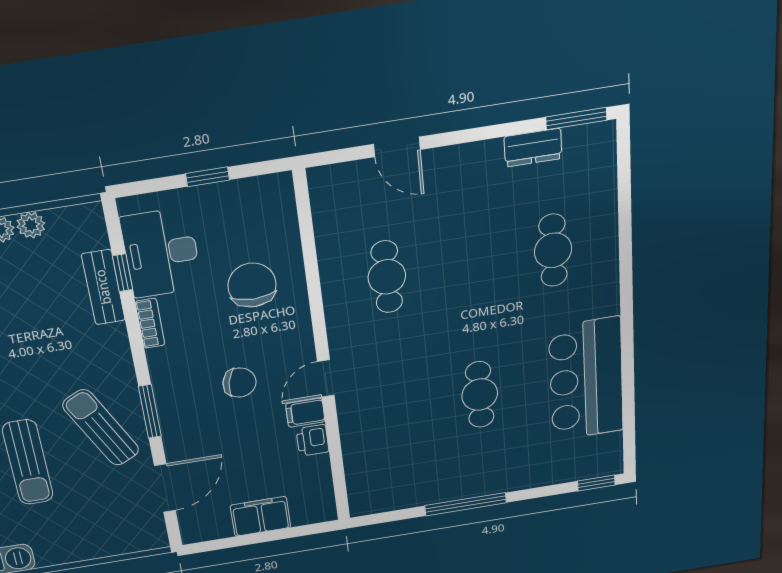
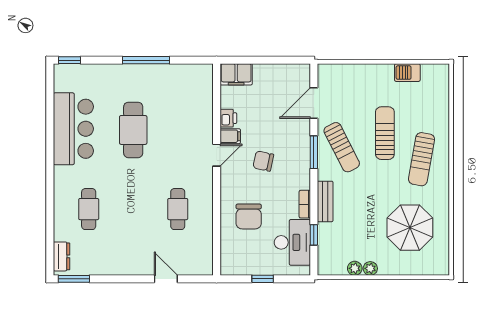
dresser: (533, 148) -> (62, 256), moved, turned 90
bench: (103, 287) -> (325, 201), moved
cafe table: (480, 395) -> (133, 130), width x1.37, depth x1.35
filing cabinet: (260, 516) -> (236, 74), moved

